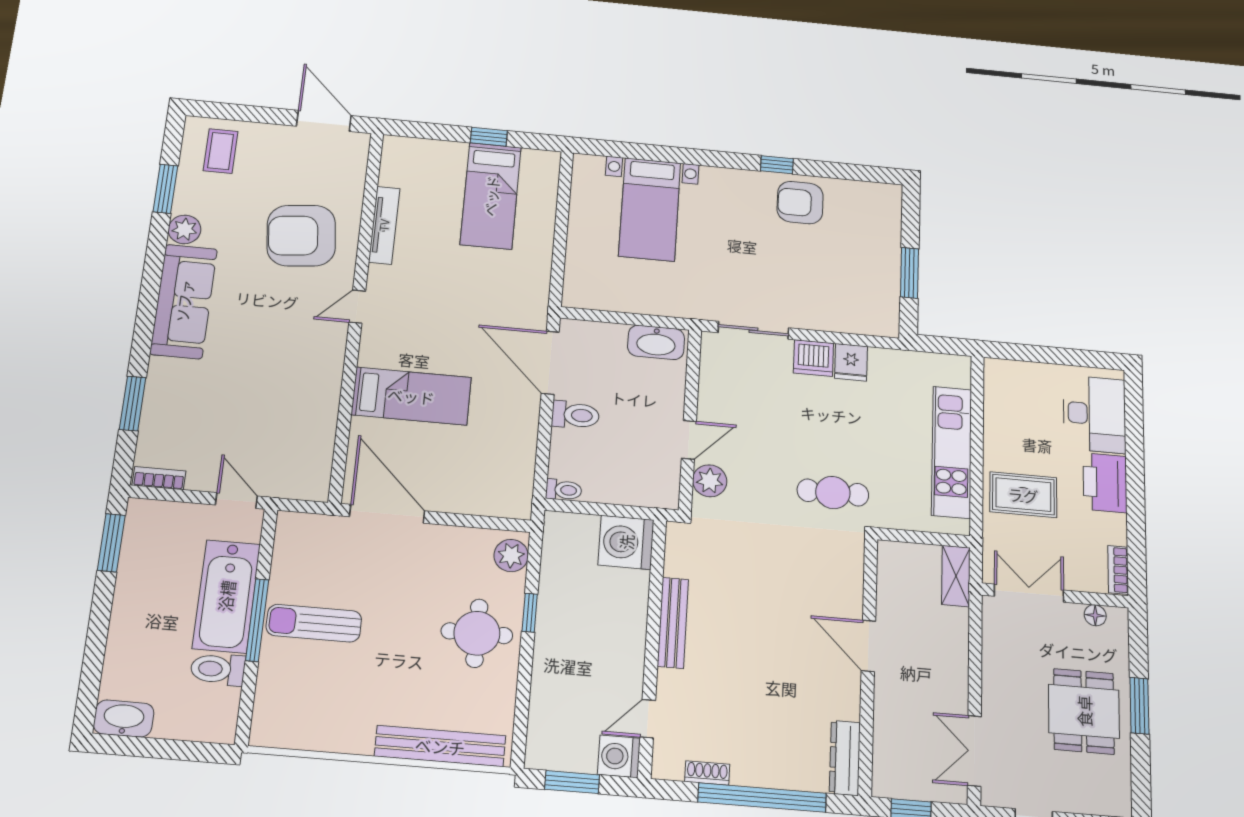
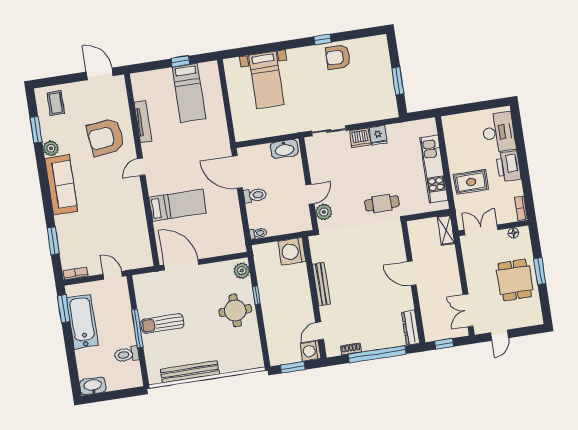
bathtub: (226, 596) -> (82, 322), moved, turned 180
bench: (440, 746) -> (190, 372), moved

